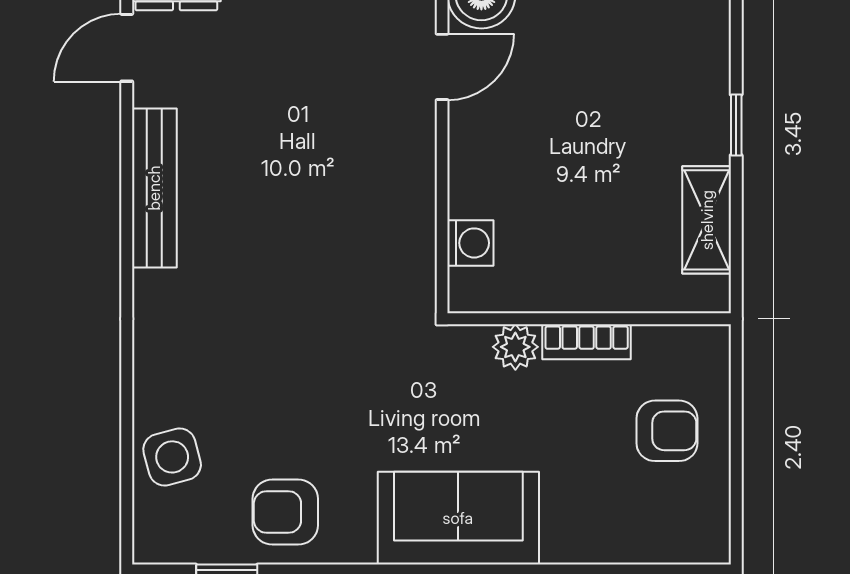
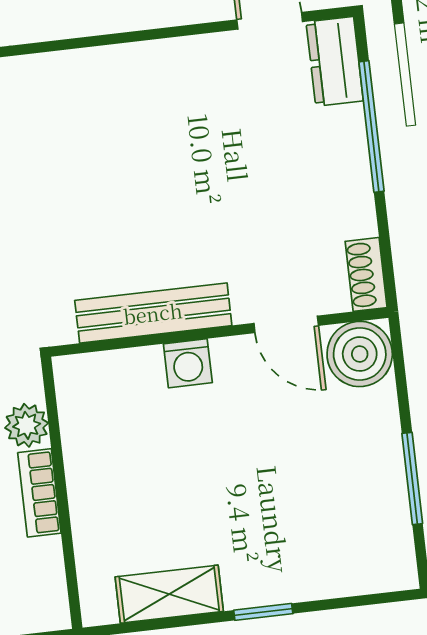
bench: (154, 188) -> (153, 313), moved
washing machine: (470, 243) -> (188, 363), moved

